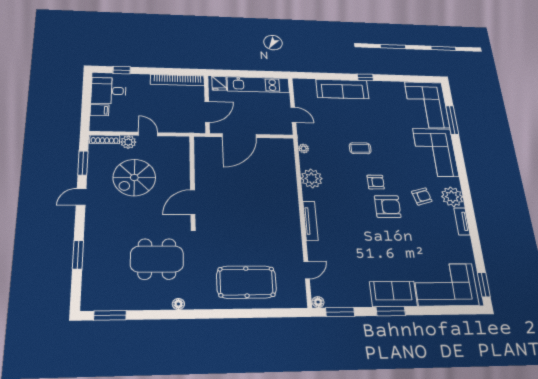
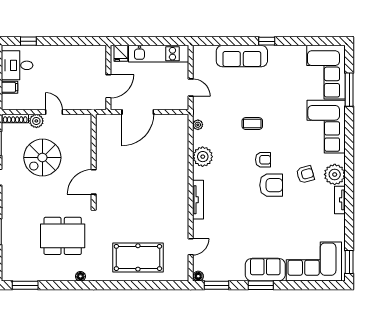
bookcase: (177, 80) -> (81, 51), removed

